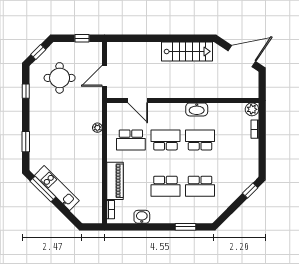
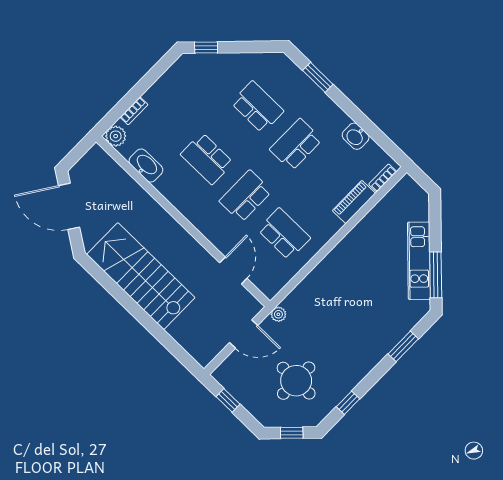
stairs: (187, 51) -> (141, 276), width x1.36, depth x1.51
washbasin: (197, 109) -> (146, 166), moved
plant: (97, 128) -> (278, 314), moved
school desk: (165, 140) -> (245, 196), turned 90
piano: (115, 181) -> (354, 202), width x0.73, depth x0.75
school desk: (165, 186) -> (296, 145), turned -90

